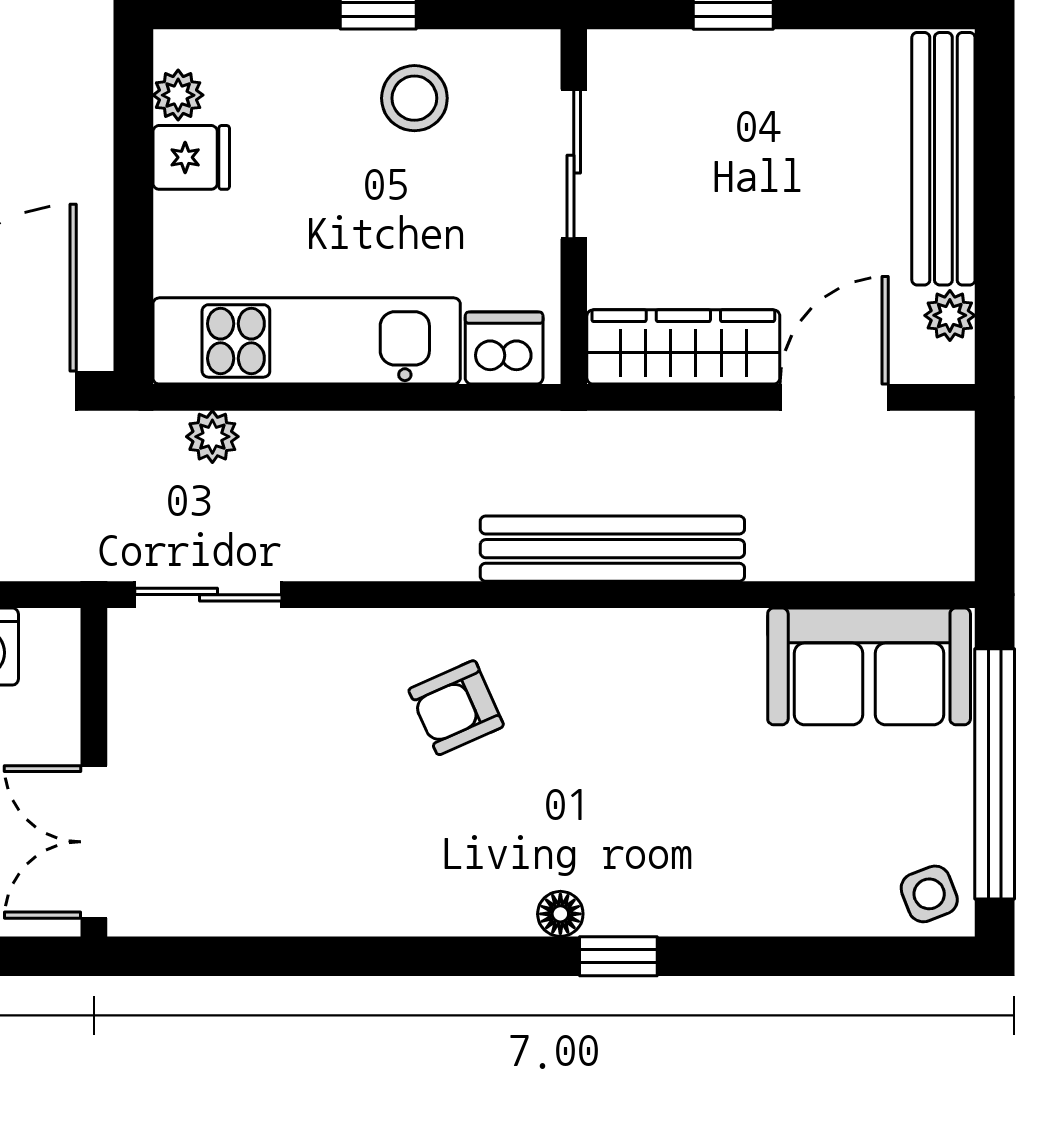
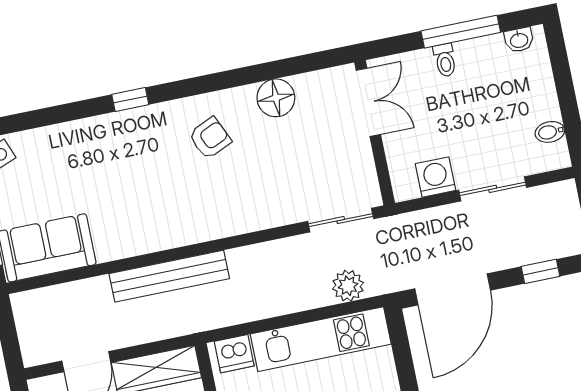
plant: (212, 437) -> (348, 286), width x1.38, depth x1.38
armchair: (456, 708) -> (210, 138), moved
floor lamp: (560, 914) -> (276, 98), moved, width x1.89, depth x1.89

